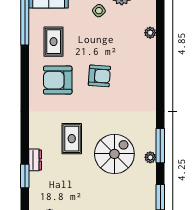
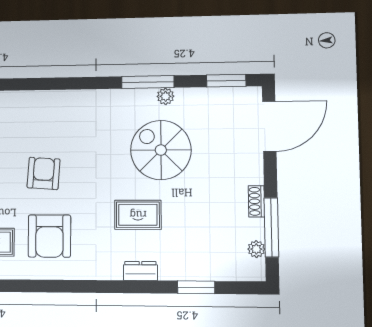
dresser: (35, 160) -> (140, 271), moved

